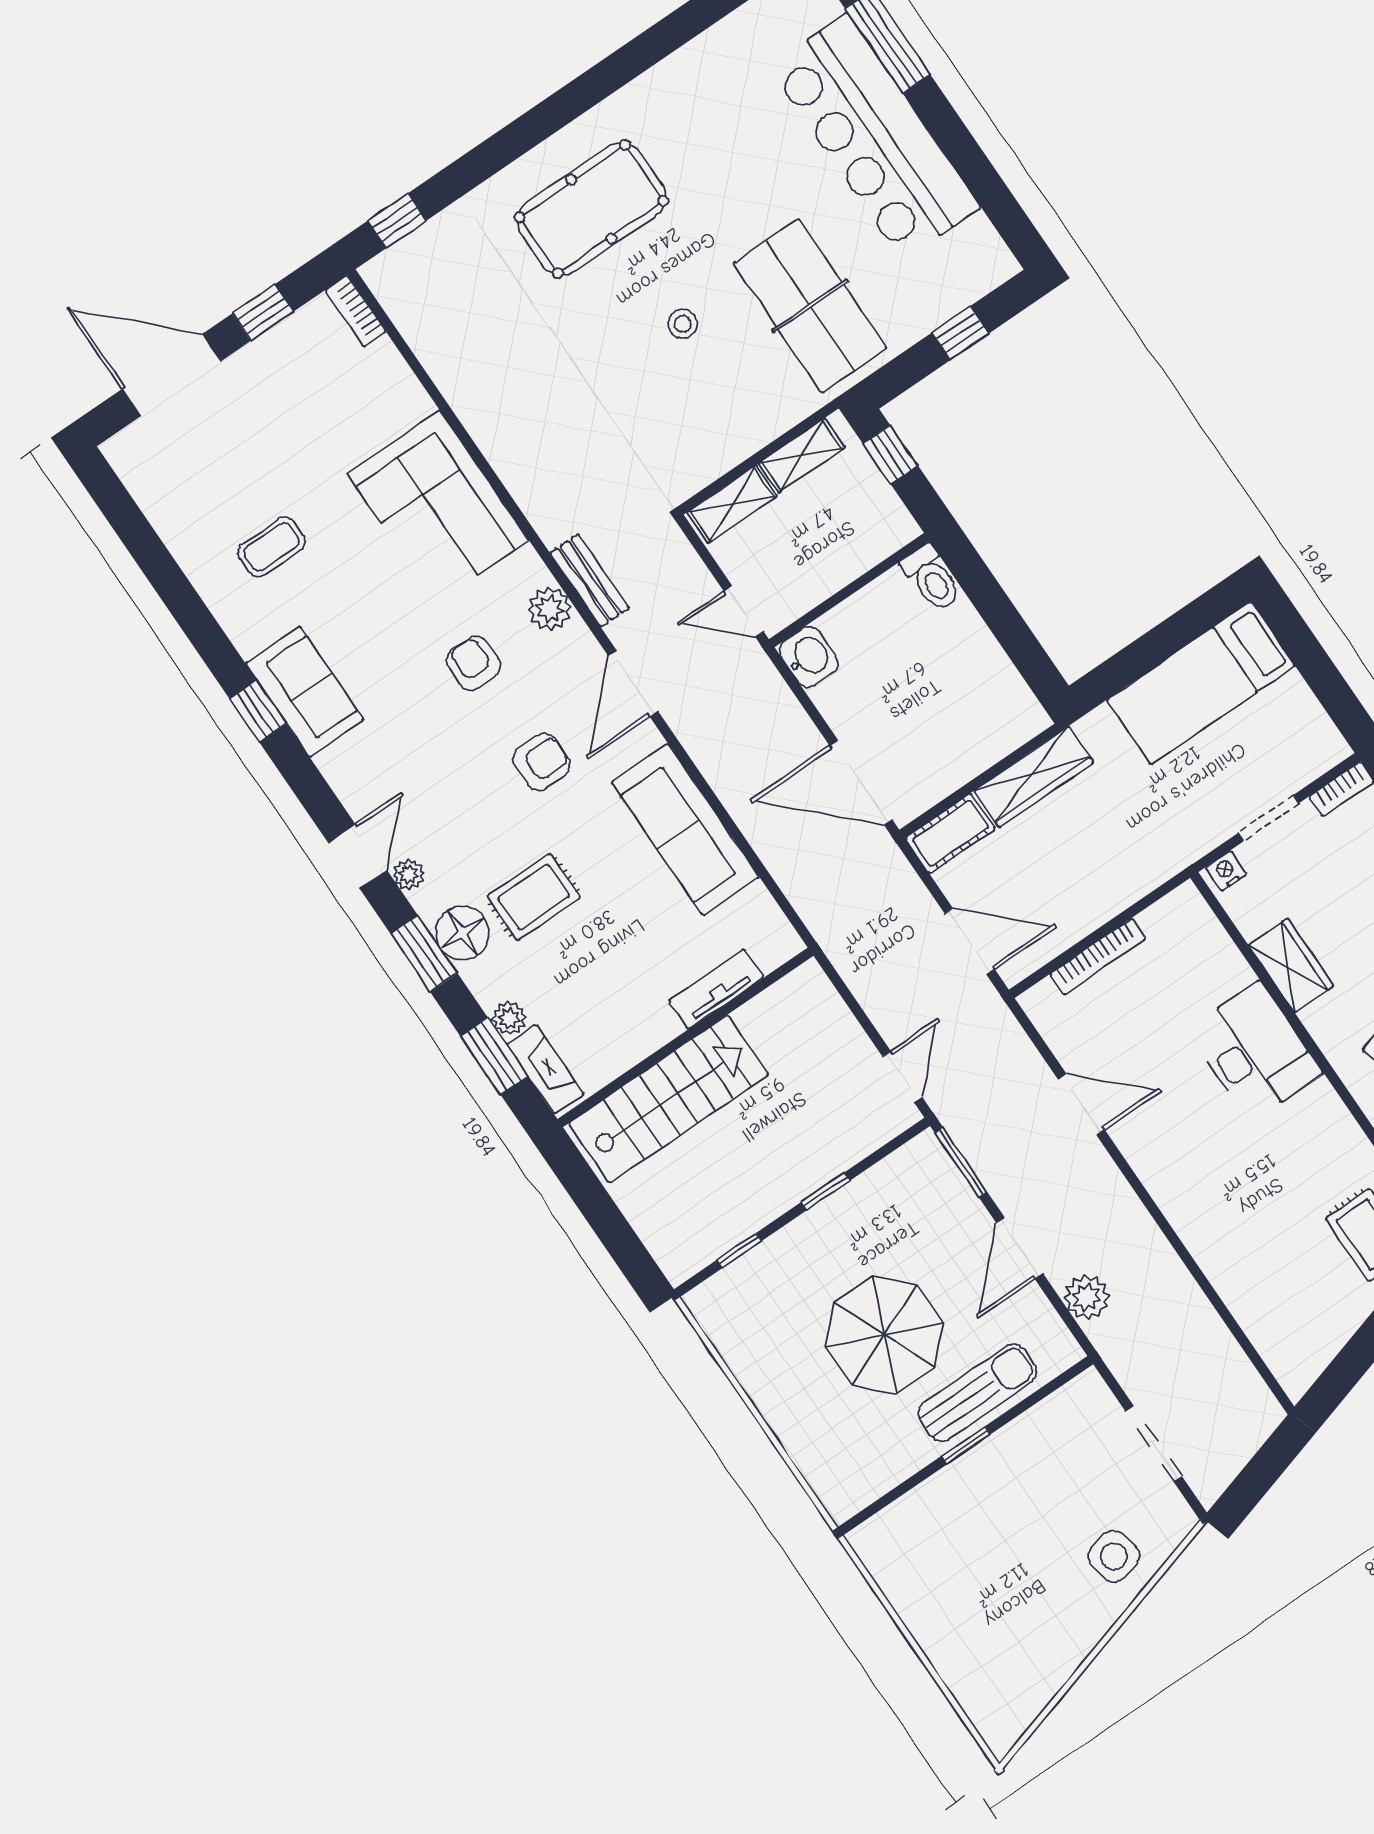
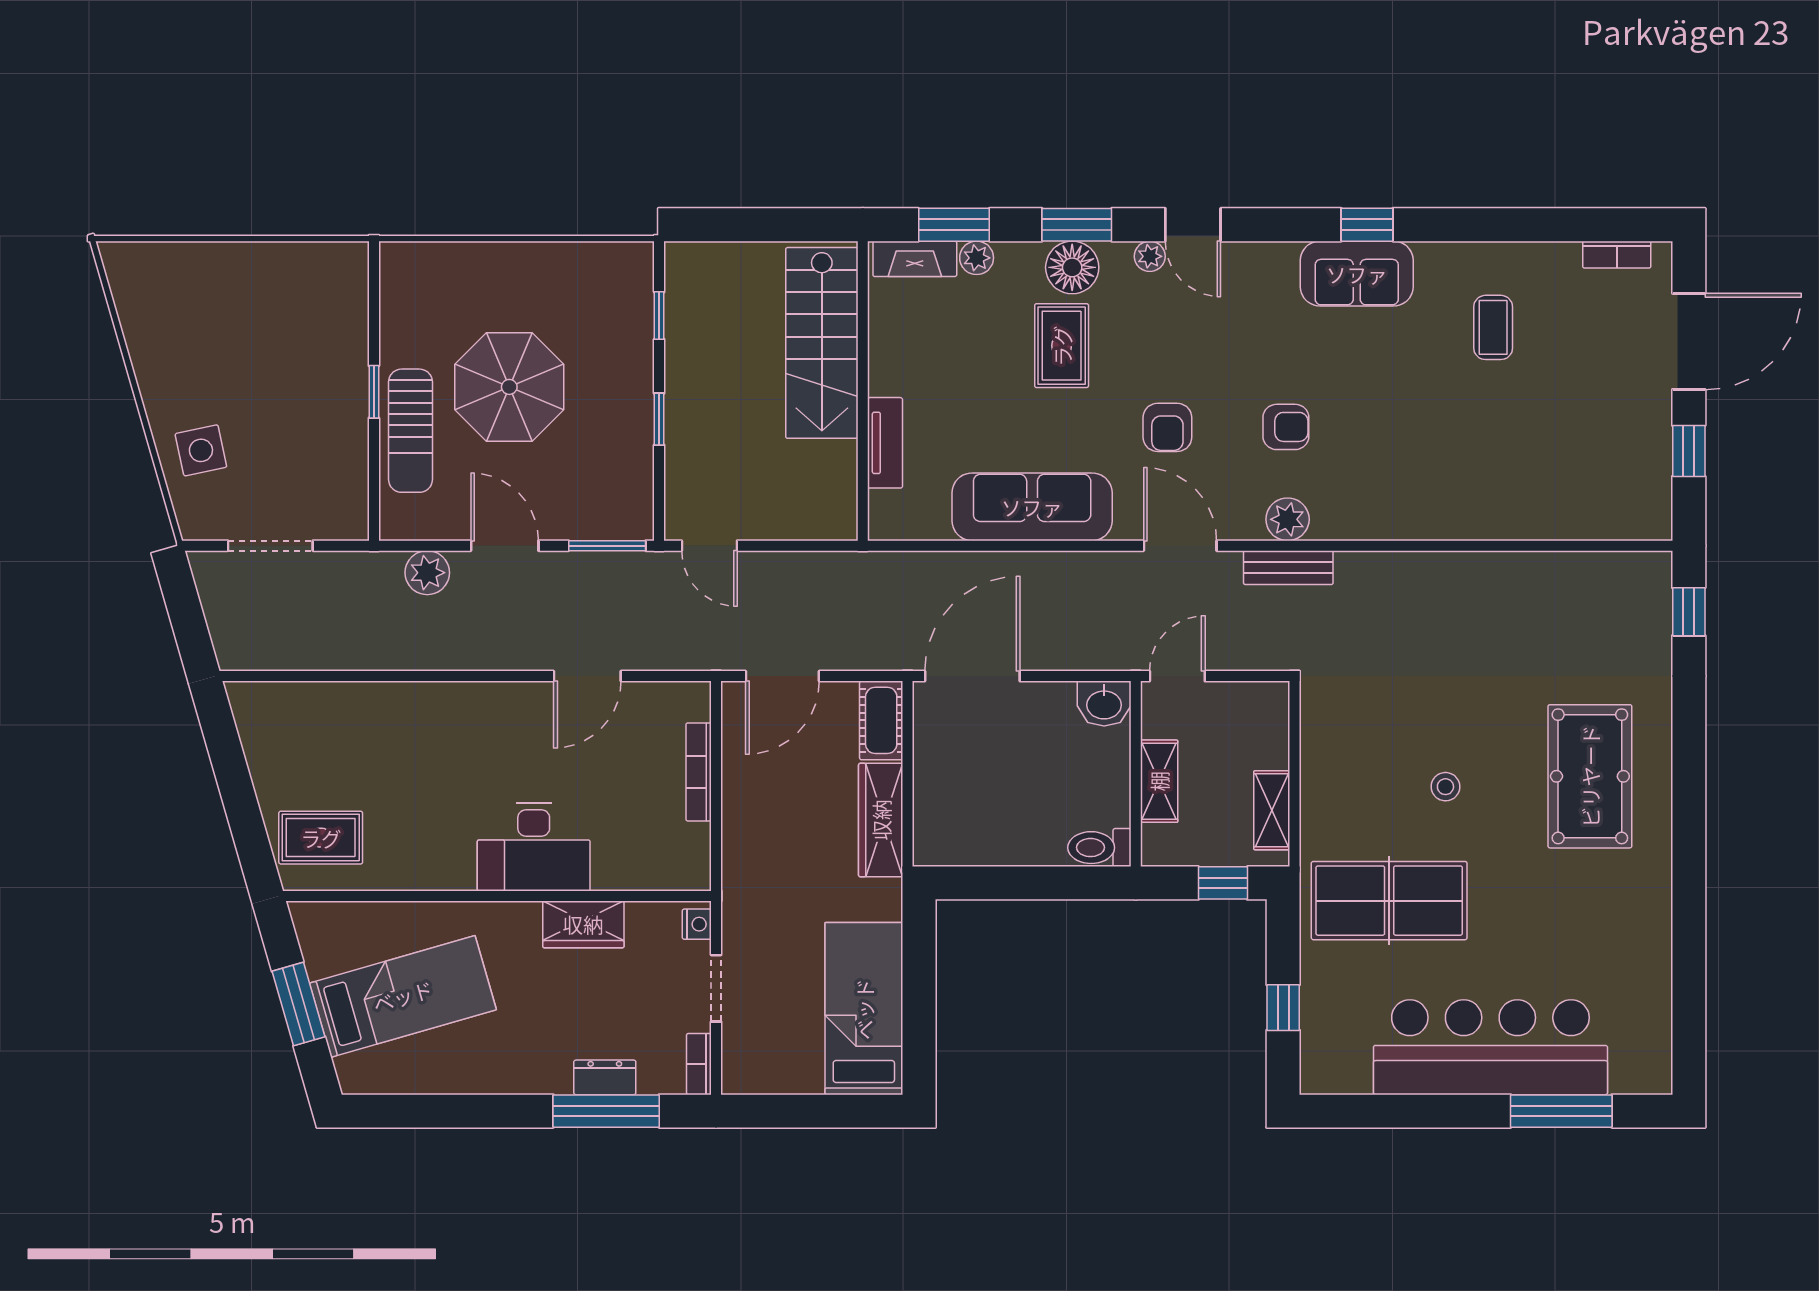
bookcase: (355, 311) -> (1617, 255), moved, turned 180
shelving: (732, 504) -> (1159, 781), moved
corner sofa: (438, 507) -> (1433, 485), removed

